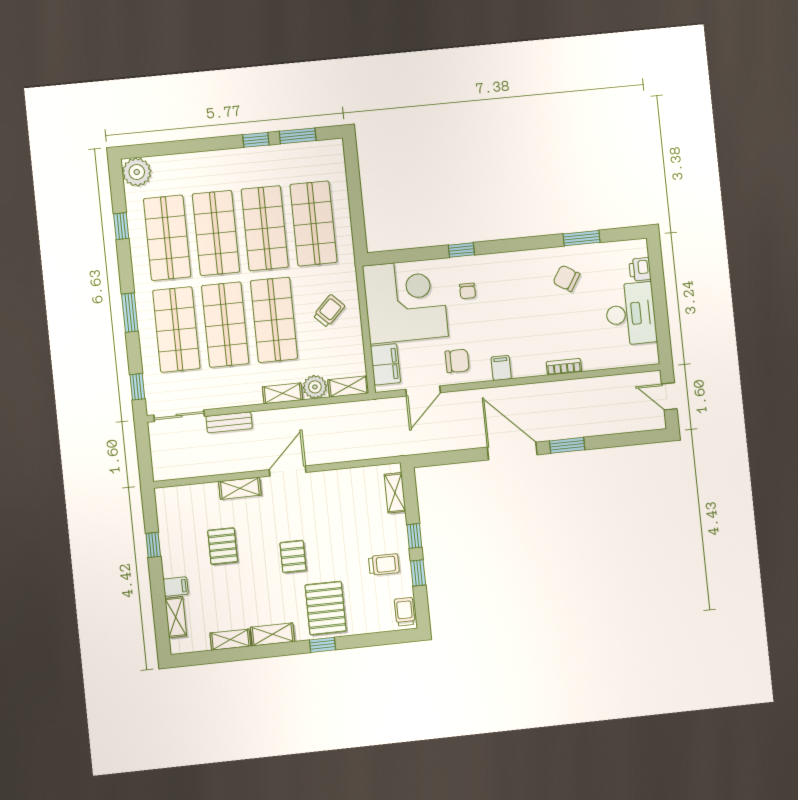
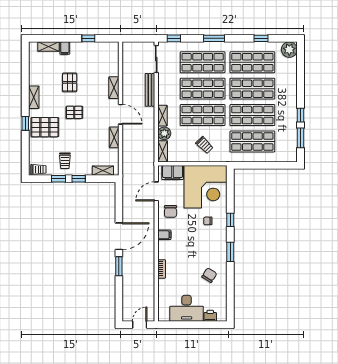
window: (581, 238) -> (230, 252), moved
door: (423, 391) -> (156, 191), hinge flipped
bench: (229, 422) -> (150, 90), width x1.36
pallet: (223, 546) -> (70, 82), moved, turned 90
shelving: (230, 640) -> (114, 137), moved

